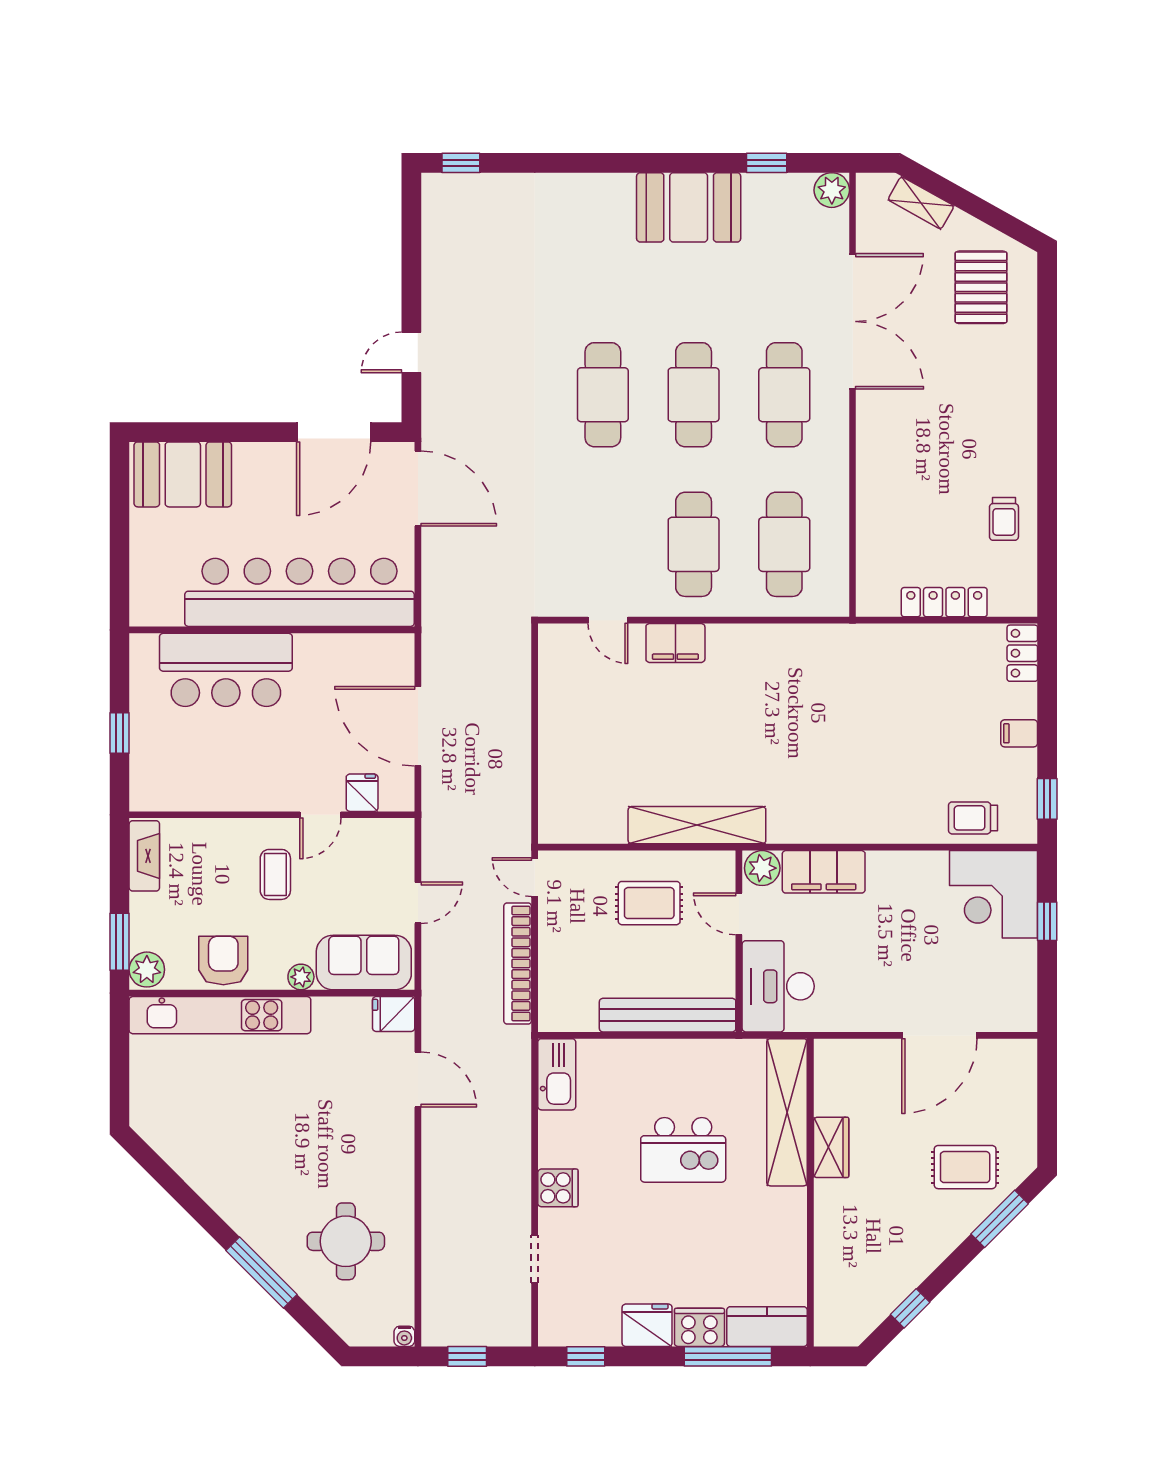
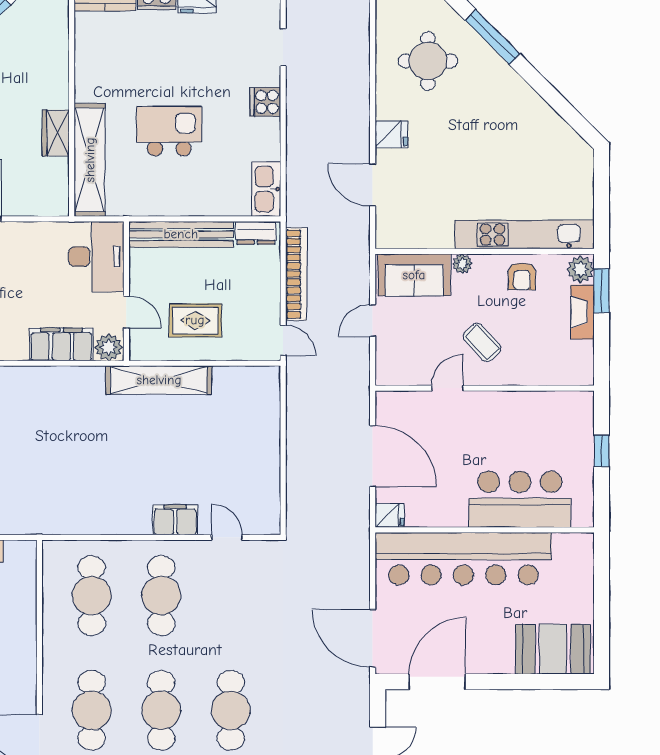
fridge: (362, 793) -> (390, 515), moved, turned -90
fireplace: (144, 856) -> (582, 312), moved
coffee table: (275, 874) -> (482, 342), turned -43
armchair: (223, 960) -> (522, 276), width x0.72, depth x0.72
fridge: (394, 1014) -> (391, 134), moved
dresser: (570, 1017) -> (256, 233), added

